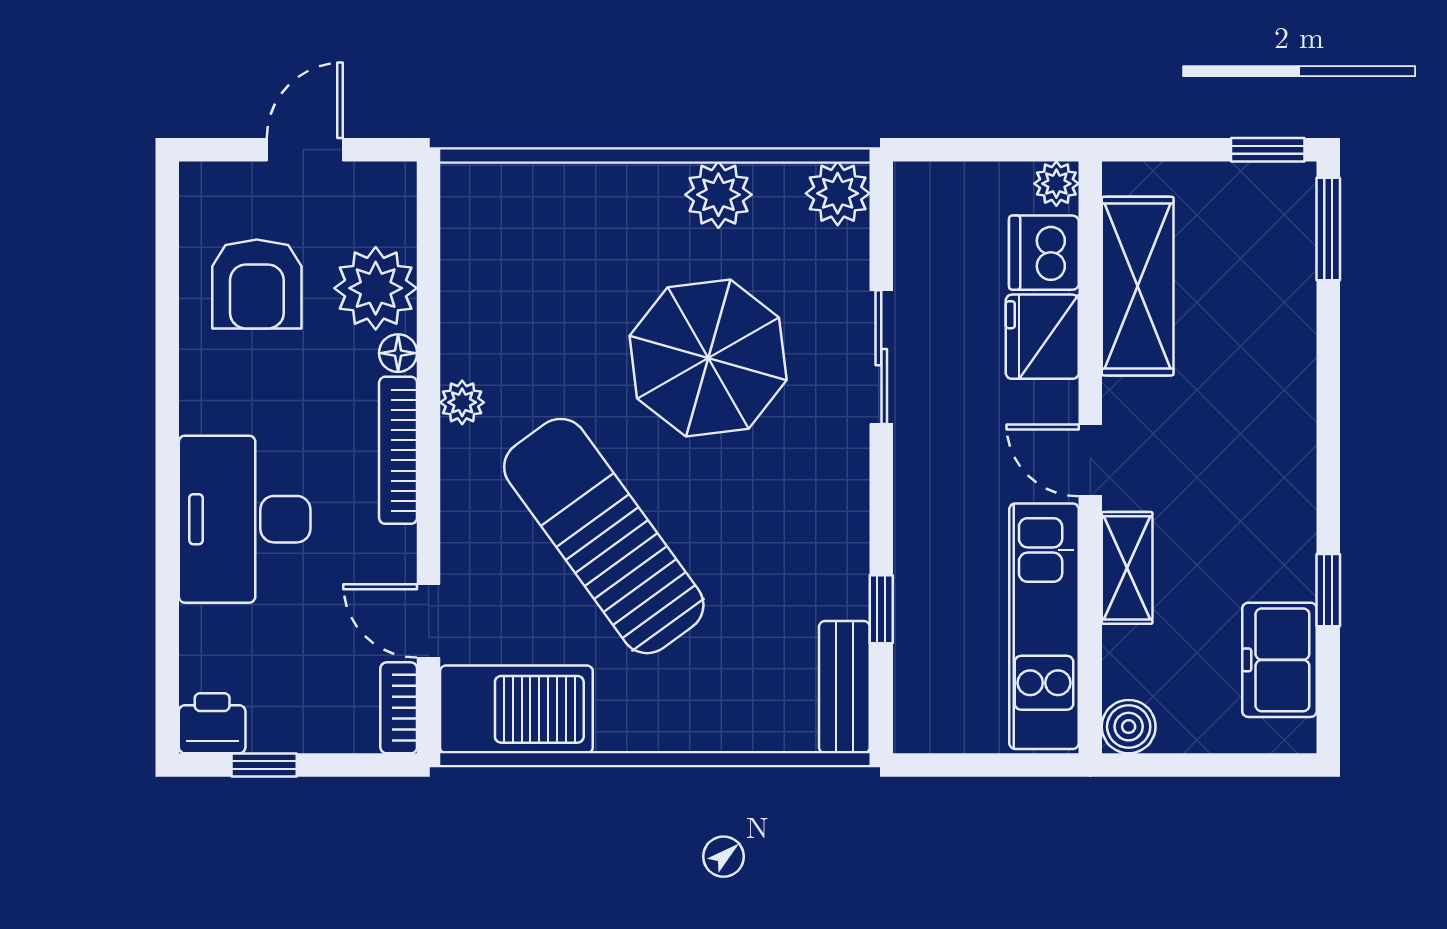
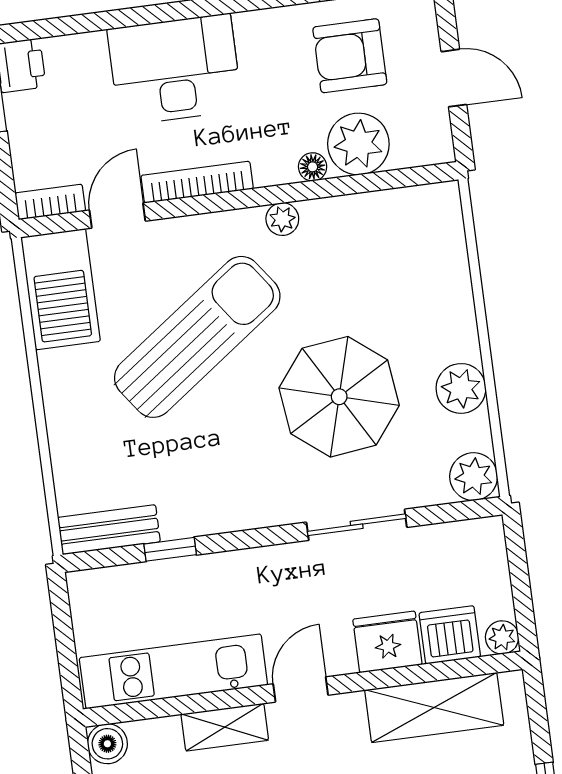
bookcase: (398, 450) -> (197, 182), moved

